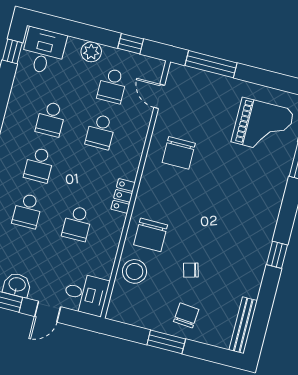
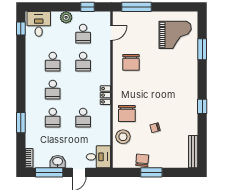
door: (159, 96) -> (112, 33), swing flipped
chair: (186, 315) -> (142, 160), moved

